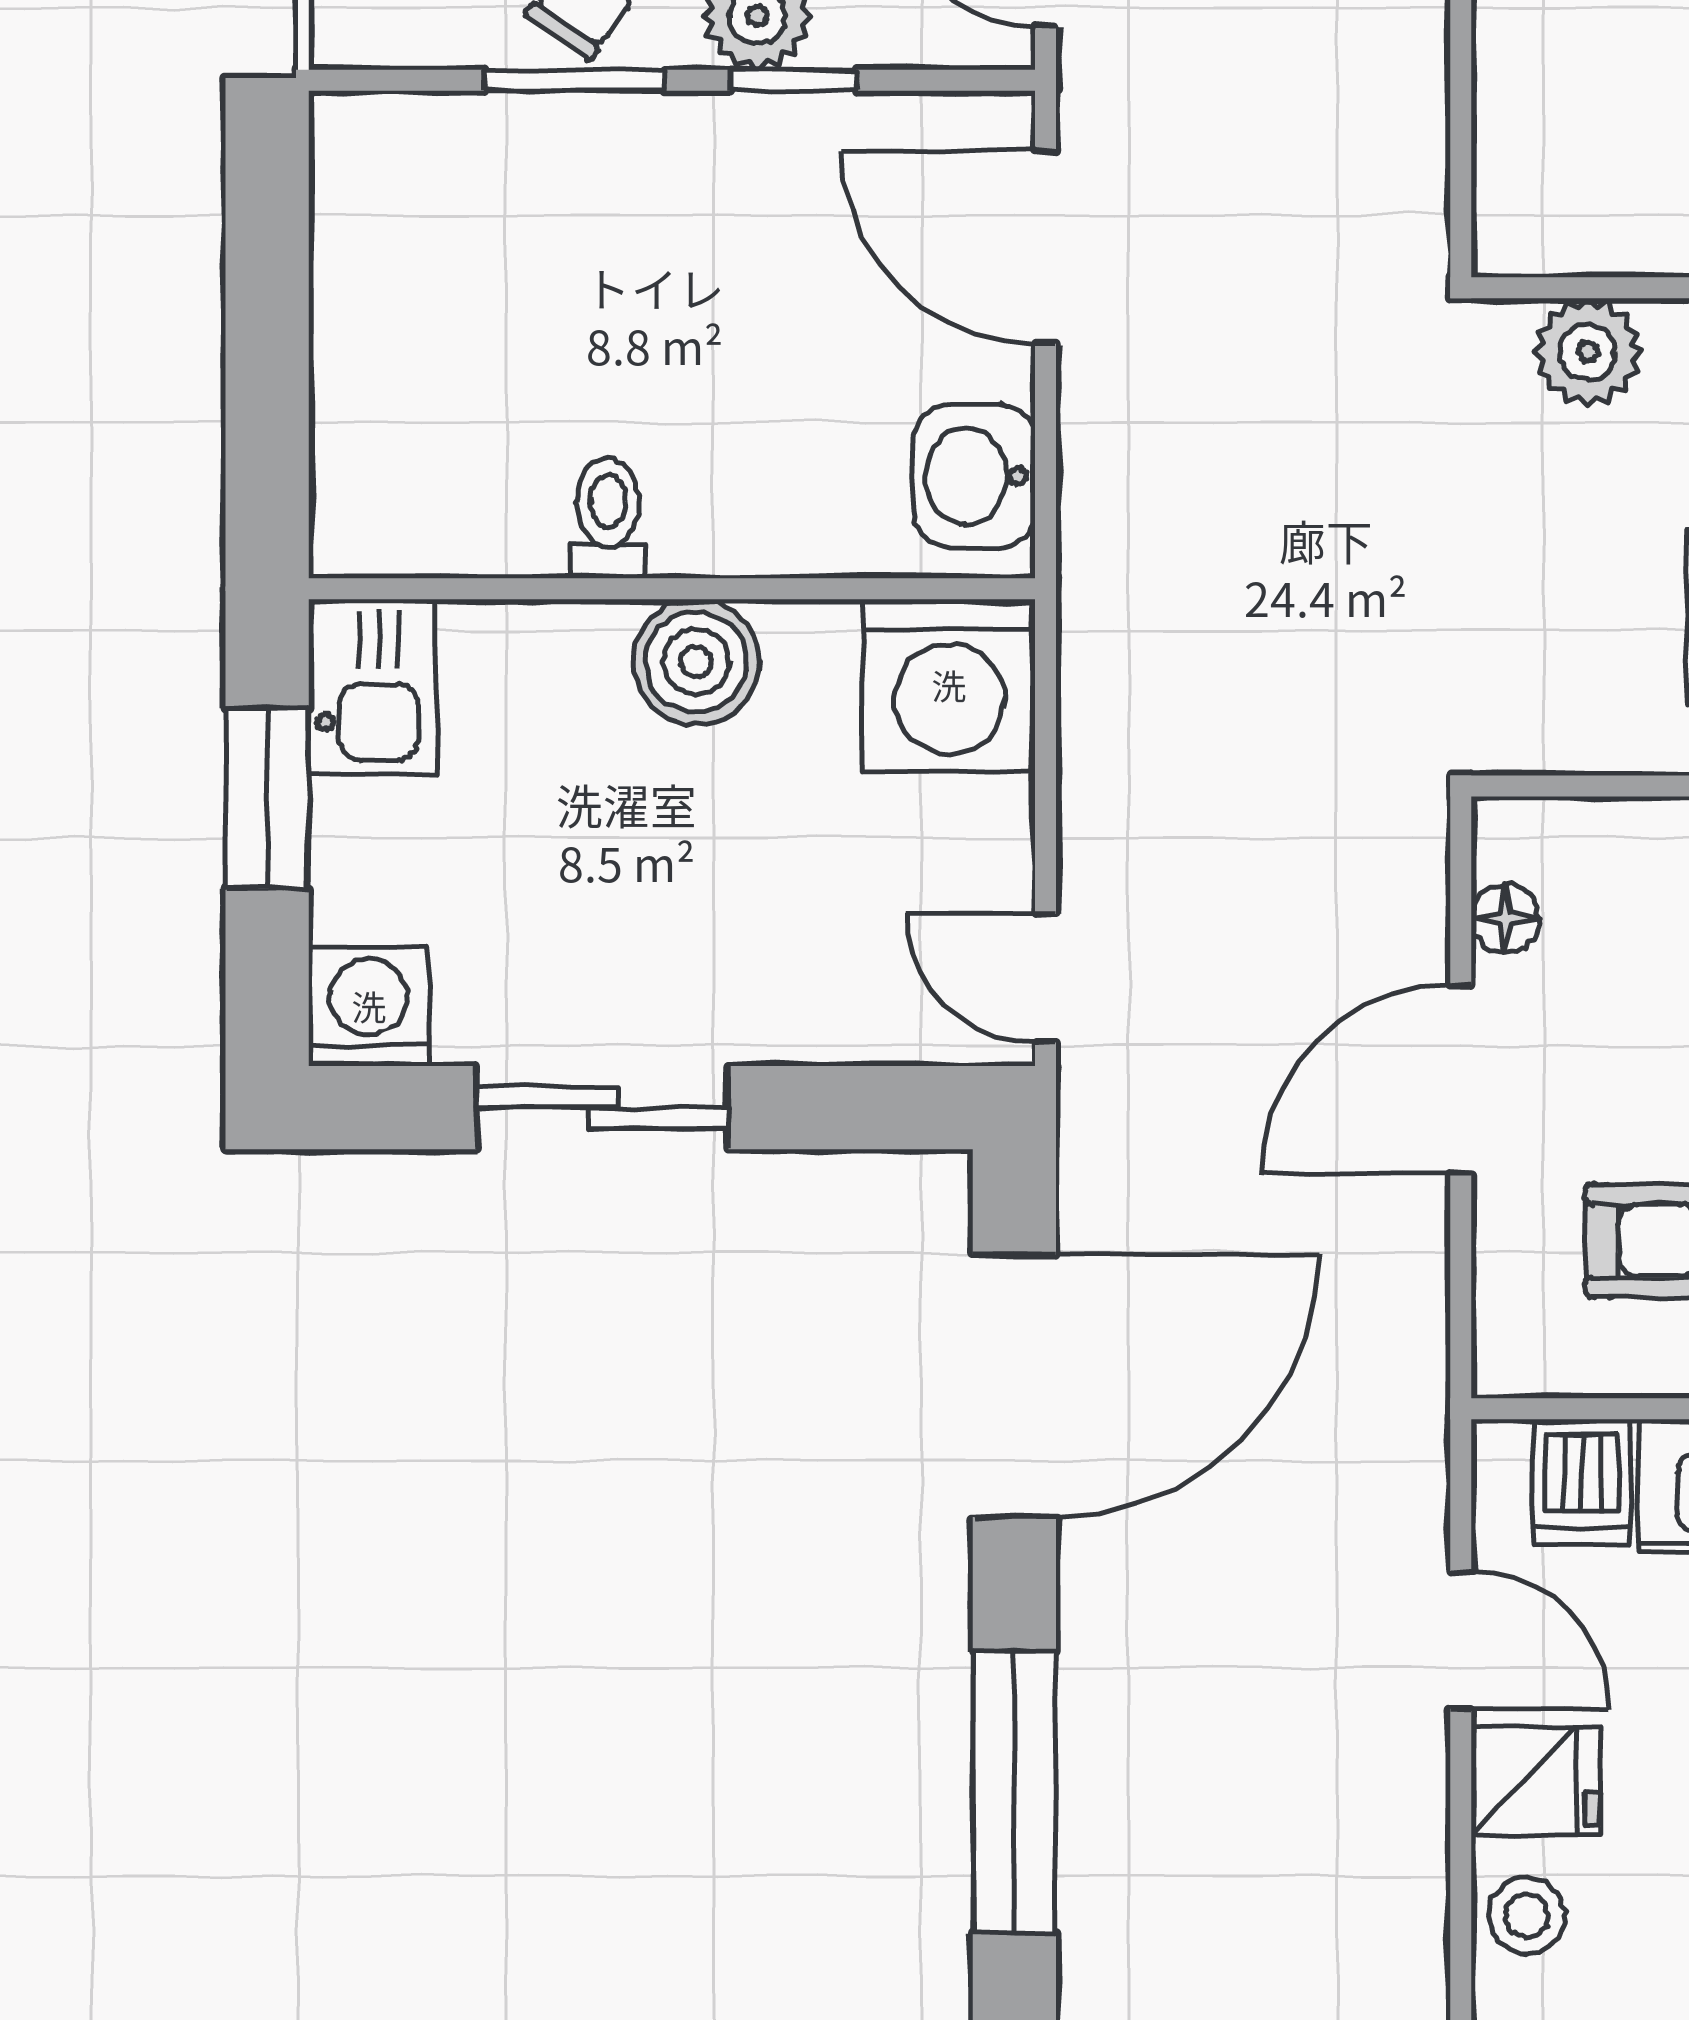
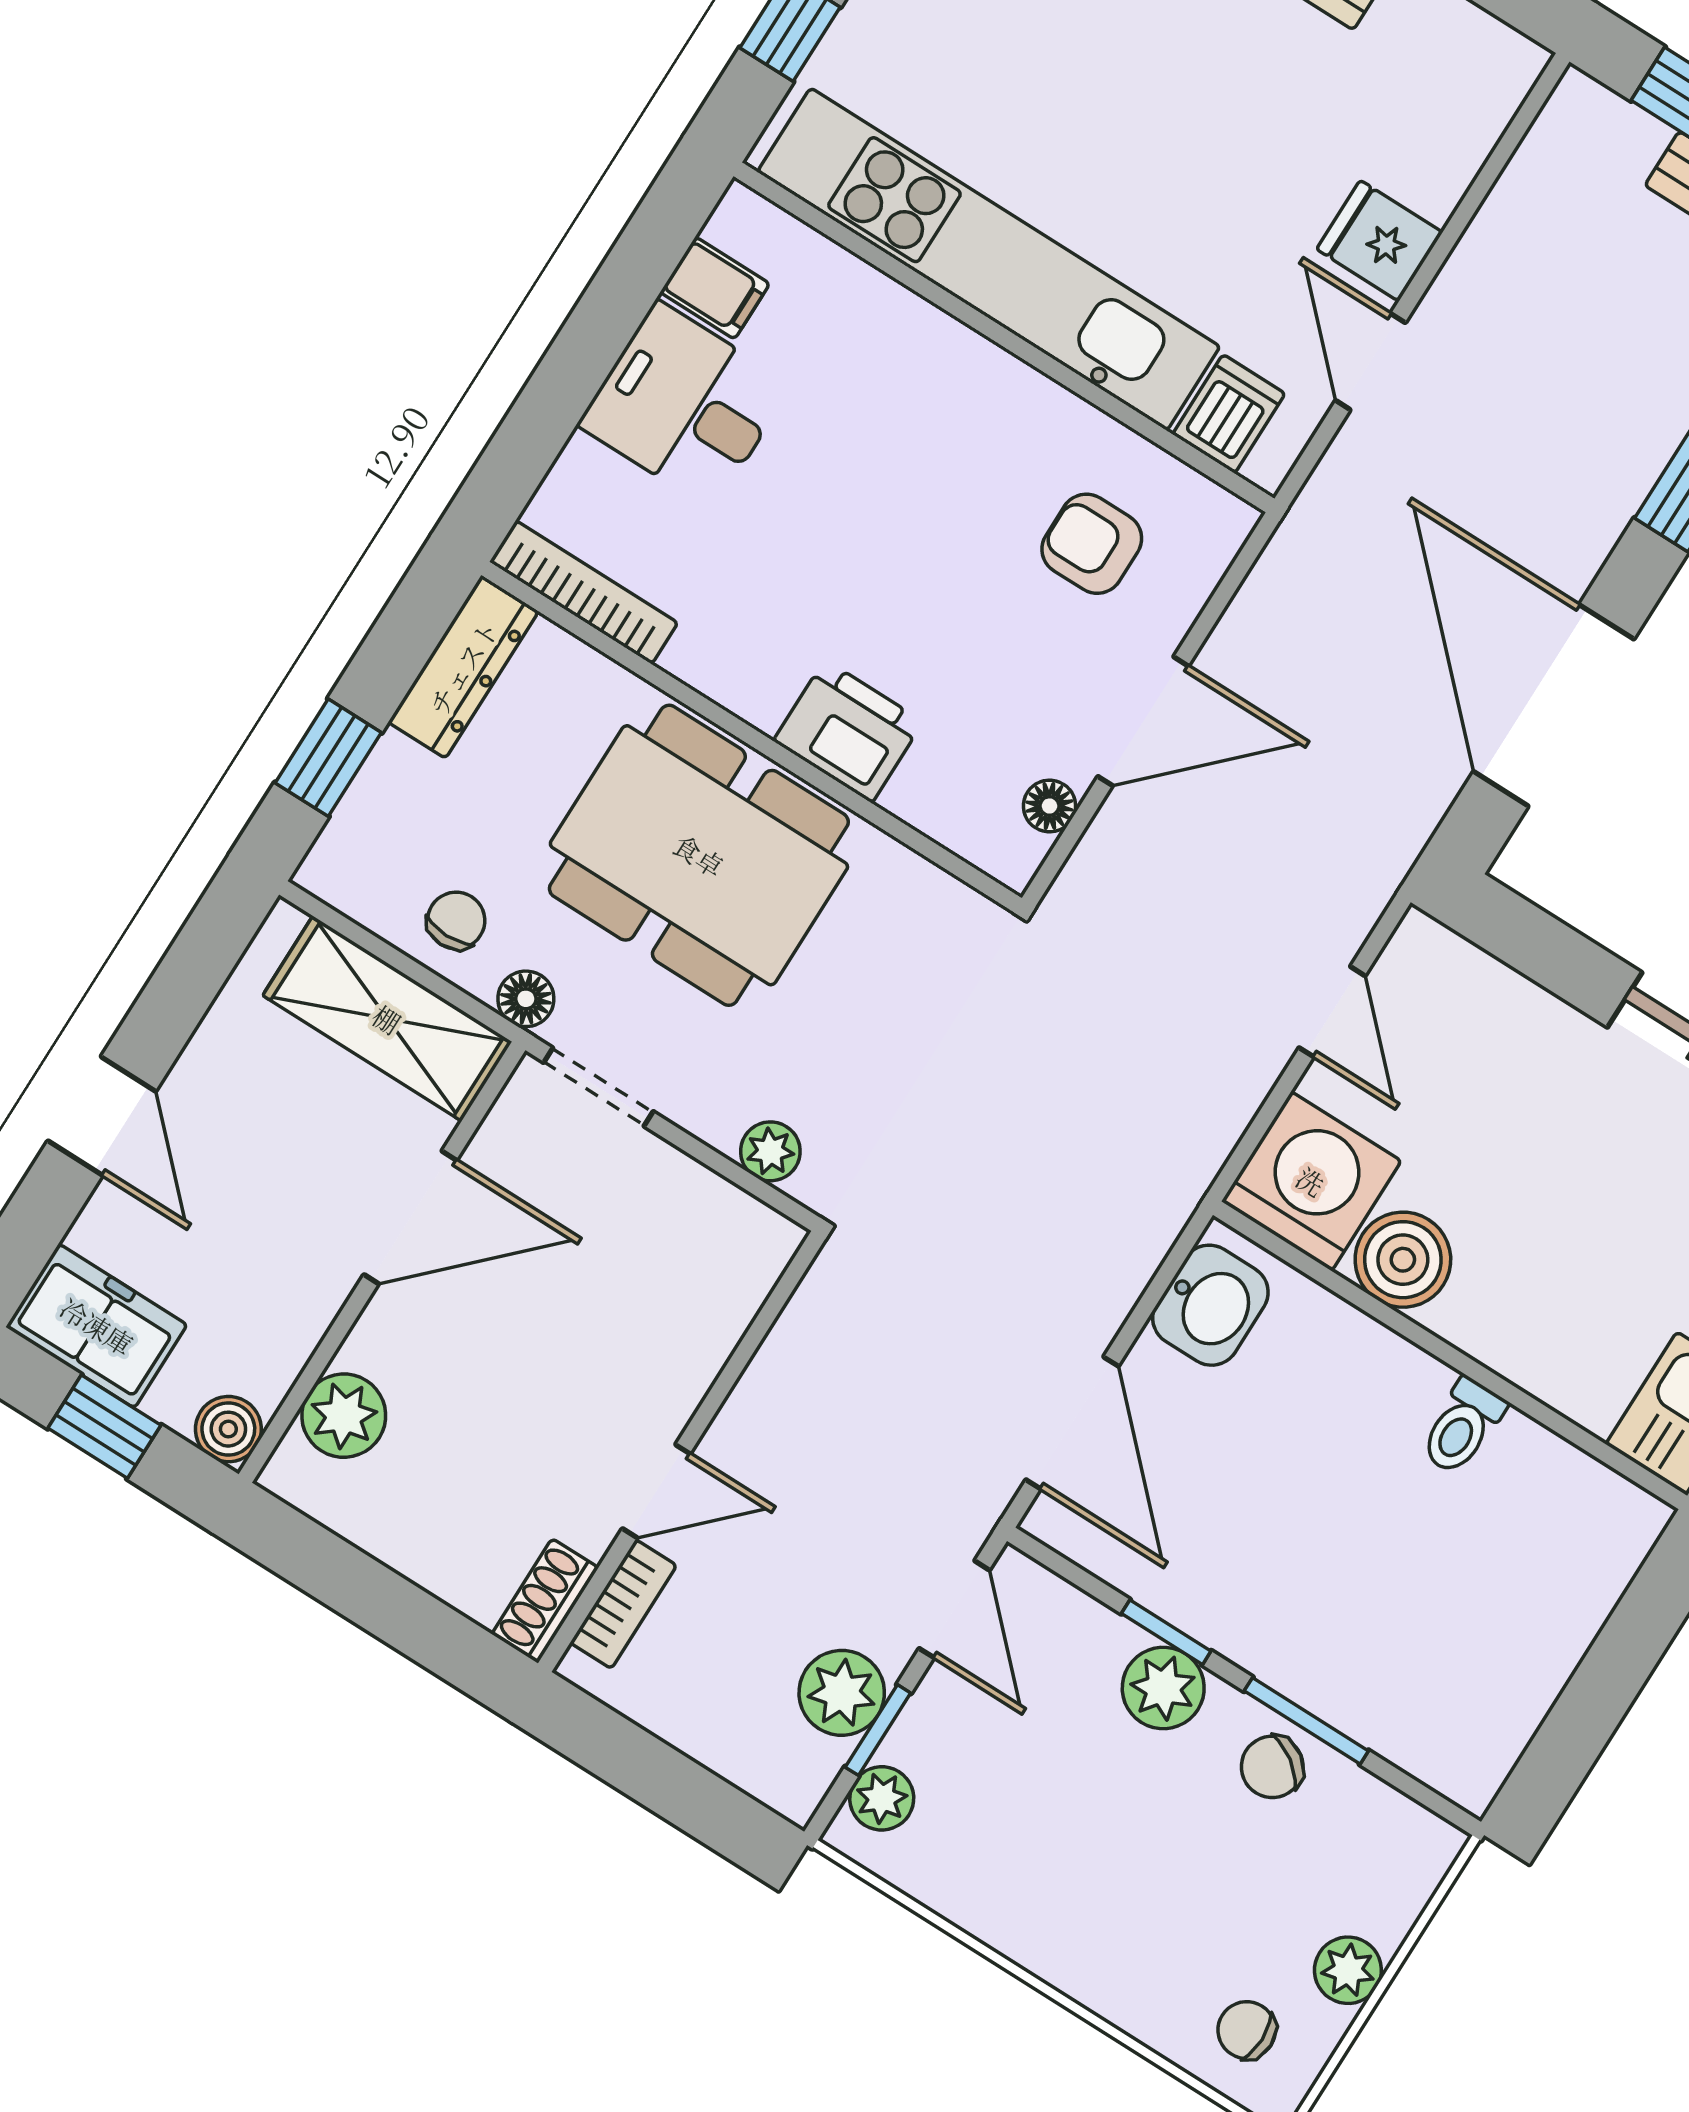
plant: (1588, 352) -> (770, 1151), width x0.73, depth x0.73
boiler: (696, 662) -> (1403, 1260), moved
door: (1046, 978) -> (1332, 1012), moved
door: (1014, 1386) -> (1554, 705), hinge flipped
stool: (1527, 1916) -> (1440, 158), removed

